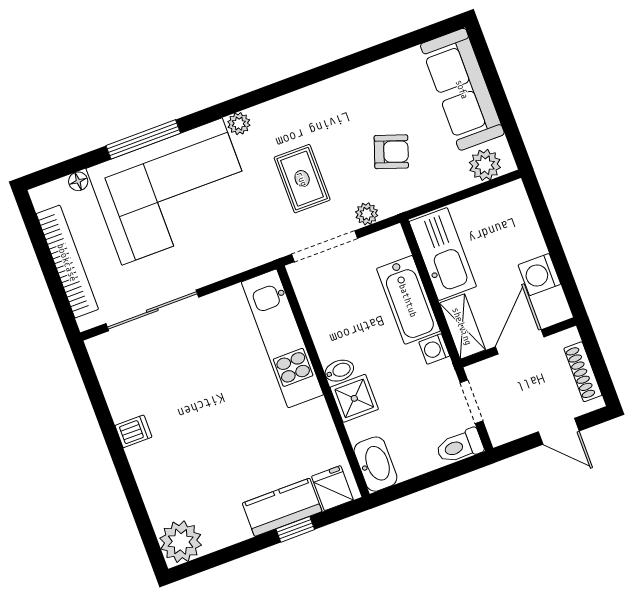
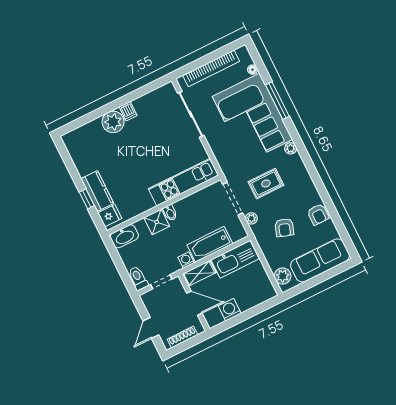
armchair: (372, 84) -> (318, 214), added
plant: (181, 542) -> (113, 122), moved

